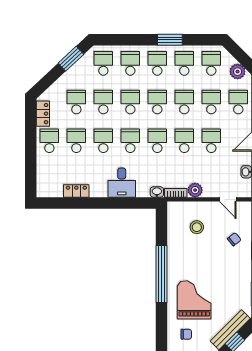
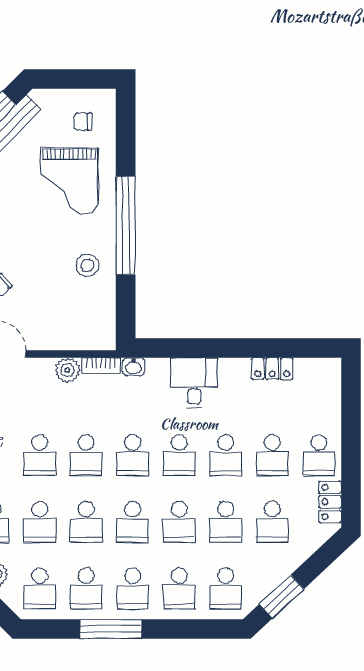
window: (170, 40) -> (111, 629), width x1.44
stool: (197, 227) -> (87, 265), moved

